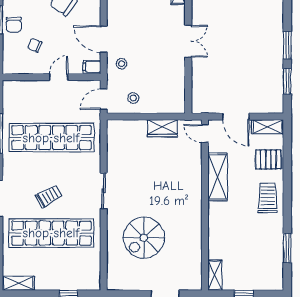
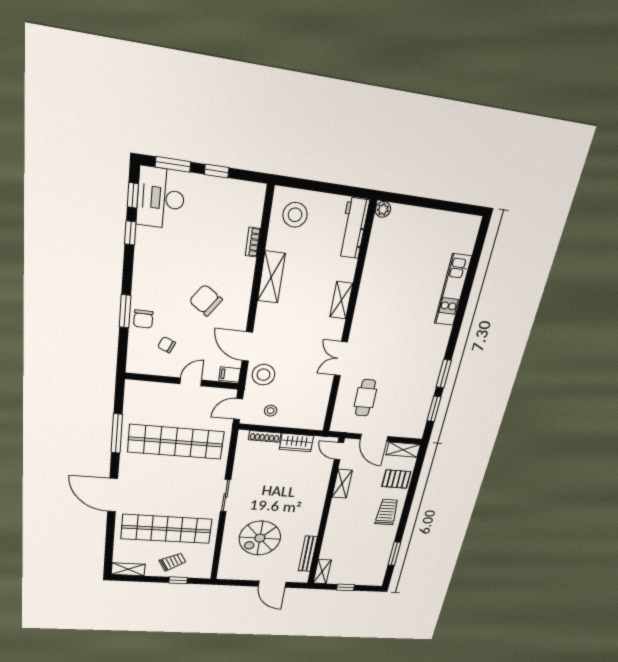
double door: (188, 41) -> (341, 359), swing flipped
stool: (122, 64) -> (263, 375), width x1.89, depth x1.89
cafe table: (219, 77) -> (365, 398), added
shoe rack: (132, 125) -> (265, 436), added
shelving: (217, 177) -> (342, 484), width x0.67, depth x0.75
trolley: (49, 196) -> (173, 562), moved
bench: (196, 254) -> (308, 554), added

